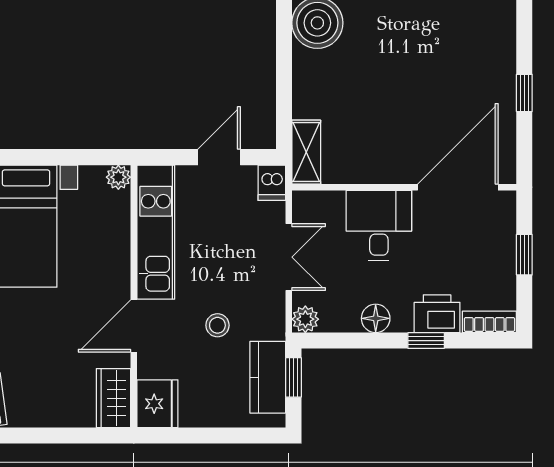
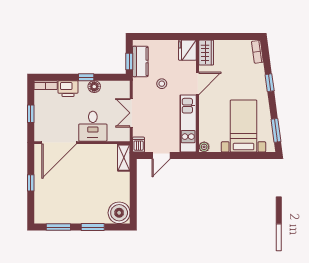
plant: (305, 319) -> (124, 86), removed
window: (426, 341) -> (86, 77), moved

